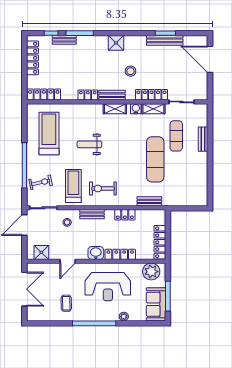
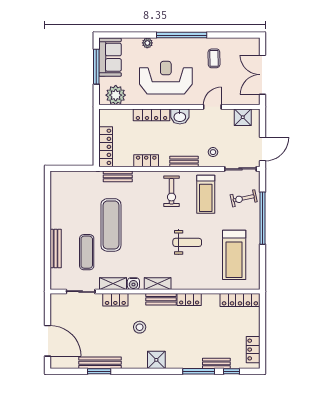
locker: (33, 58) -> (253, 350), width x0.66
locker: (151, 95) -> (115, 300), width x0.66
bench: (203, 139) -> (56, 248), width x1.36
exercise bike: (103, 189) -> (172, 191), turned 90
locker: (160, 242) -> (106, 147), moved

